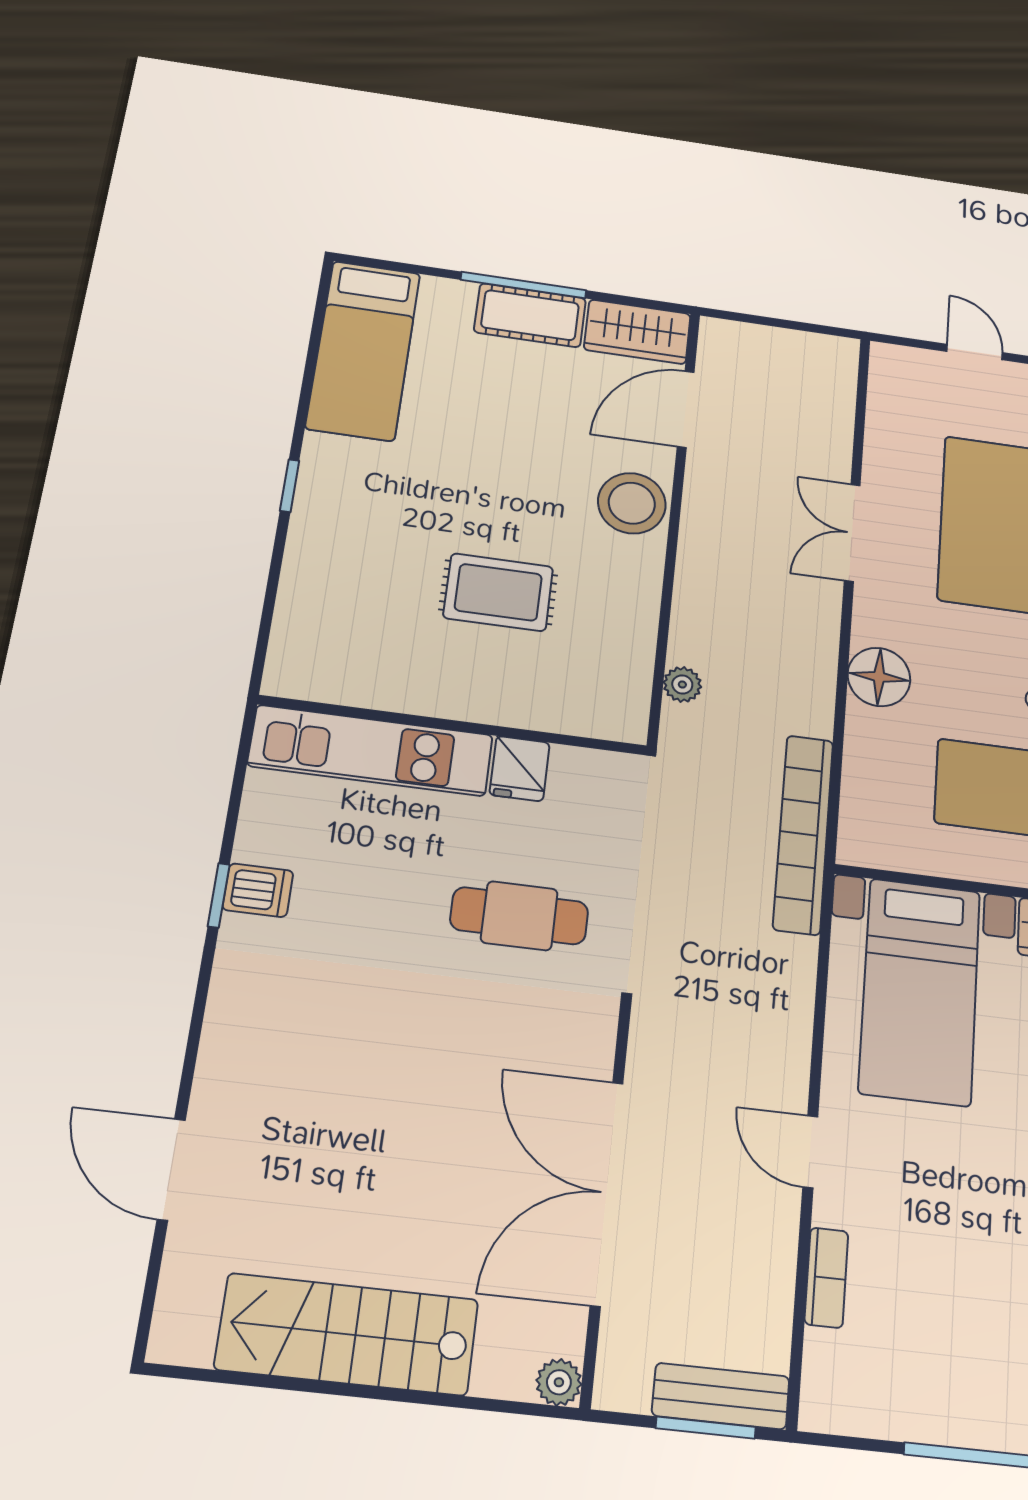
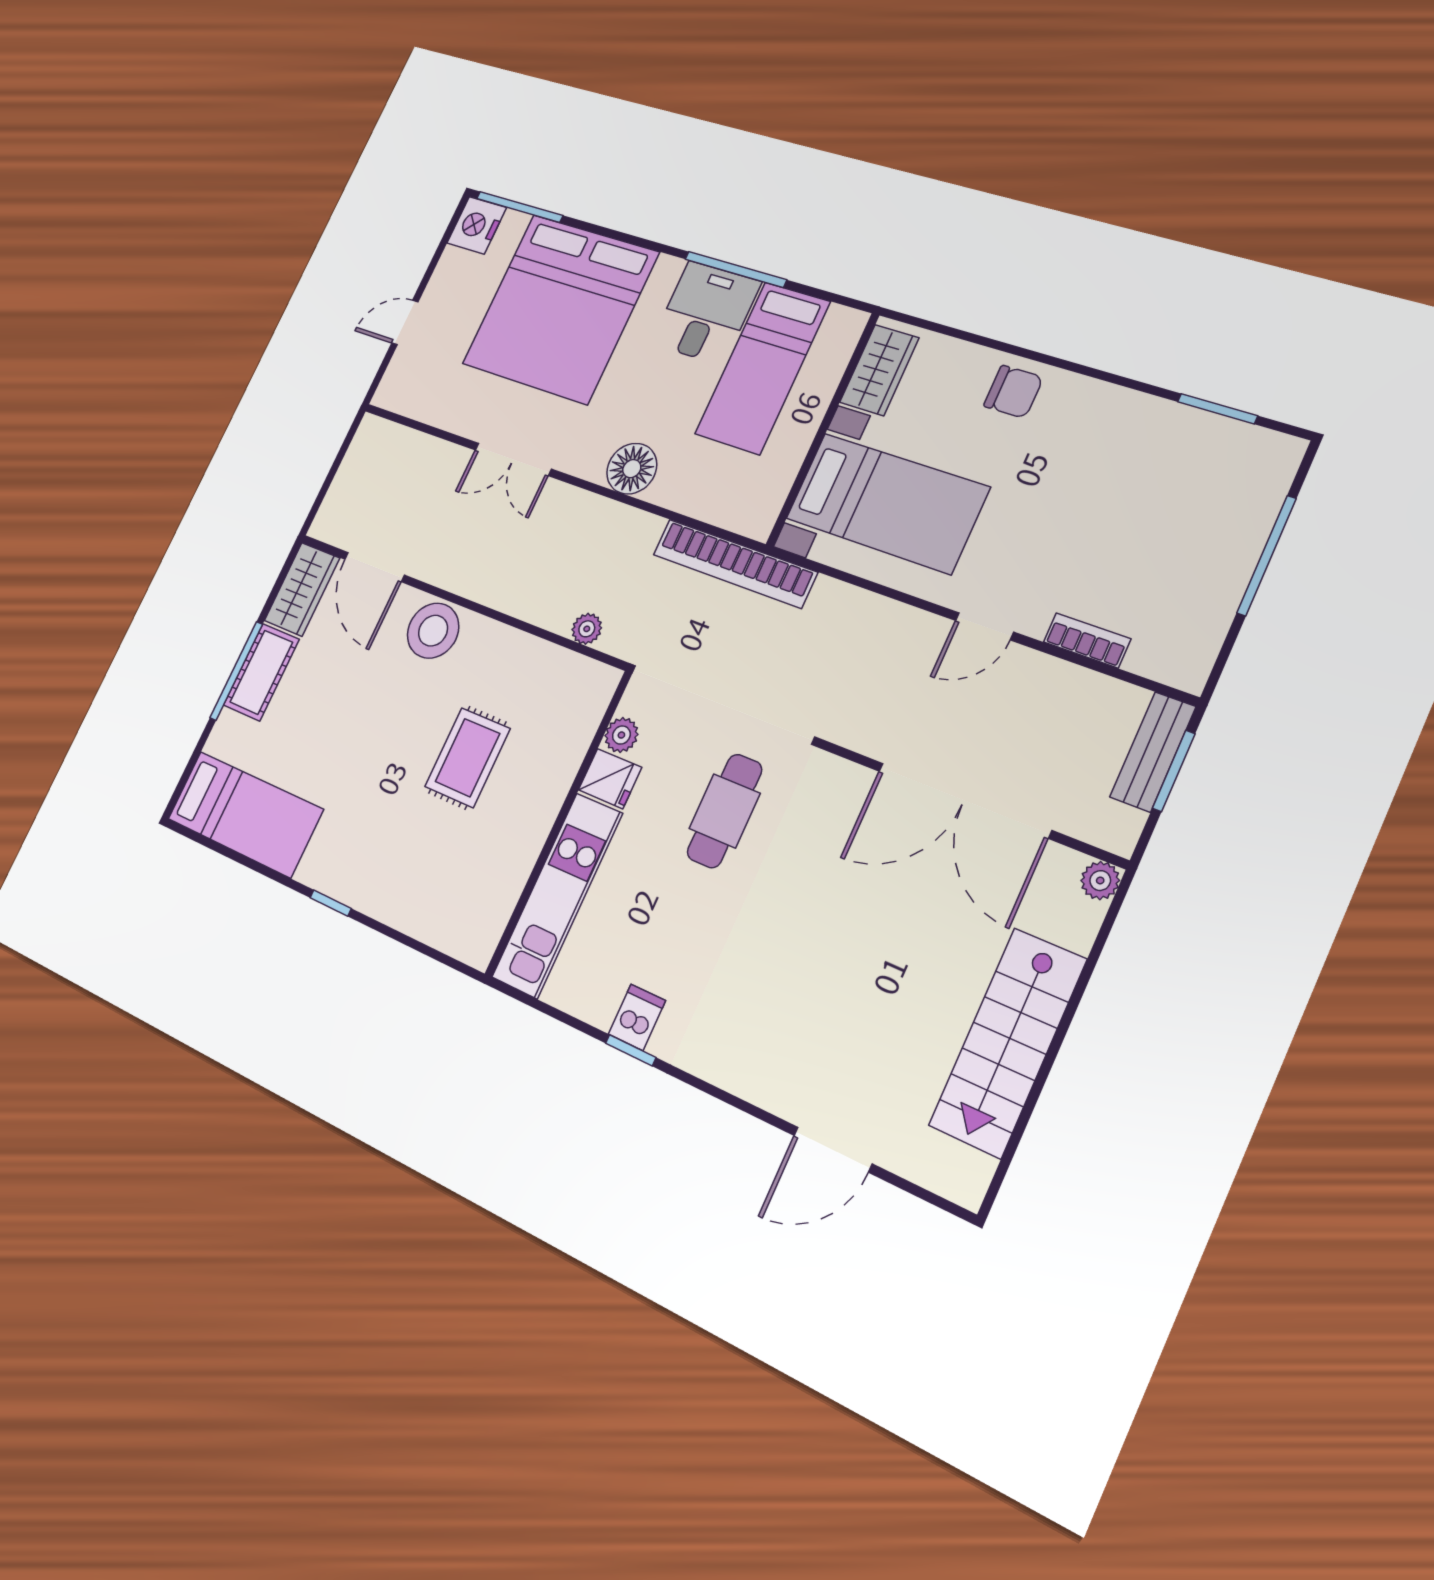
plant: (573, 766) -> (621, 735), added

